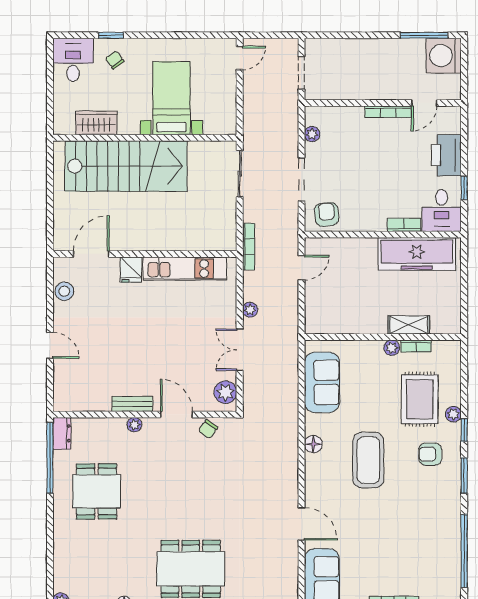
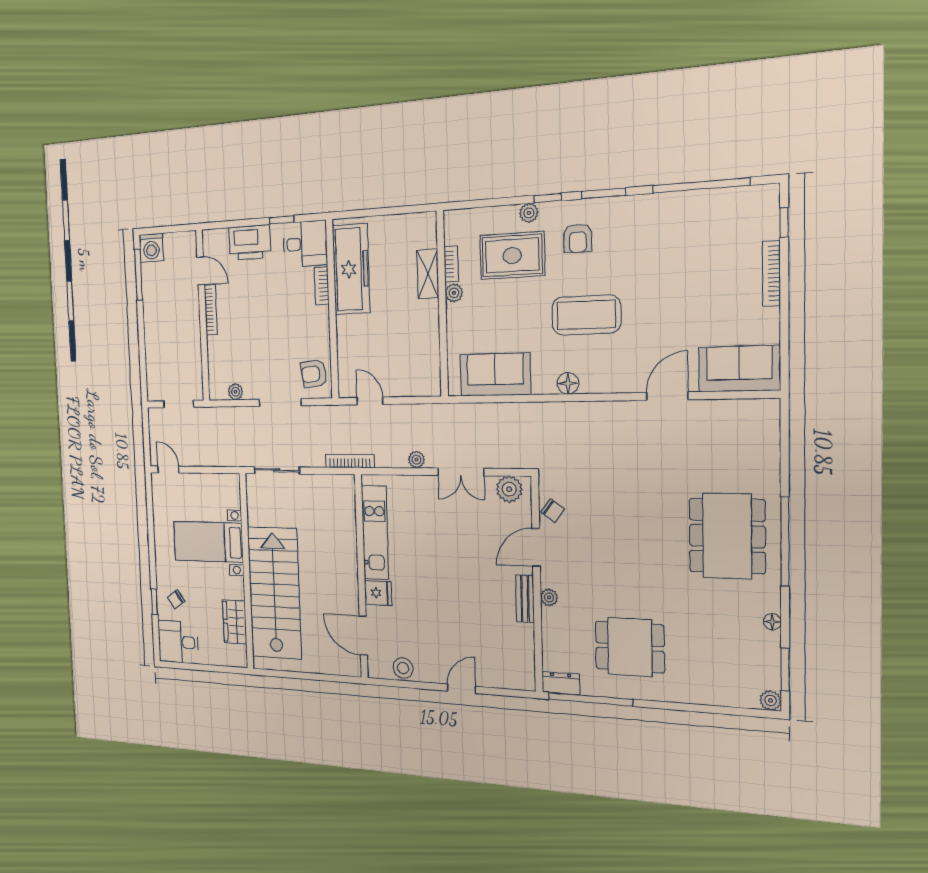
washing machine: (444, 56) -> (151, 248), width x0.73, depth x0.73

